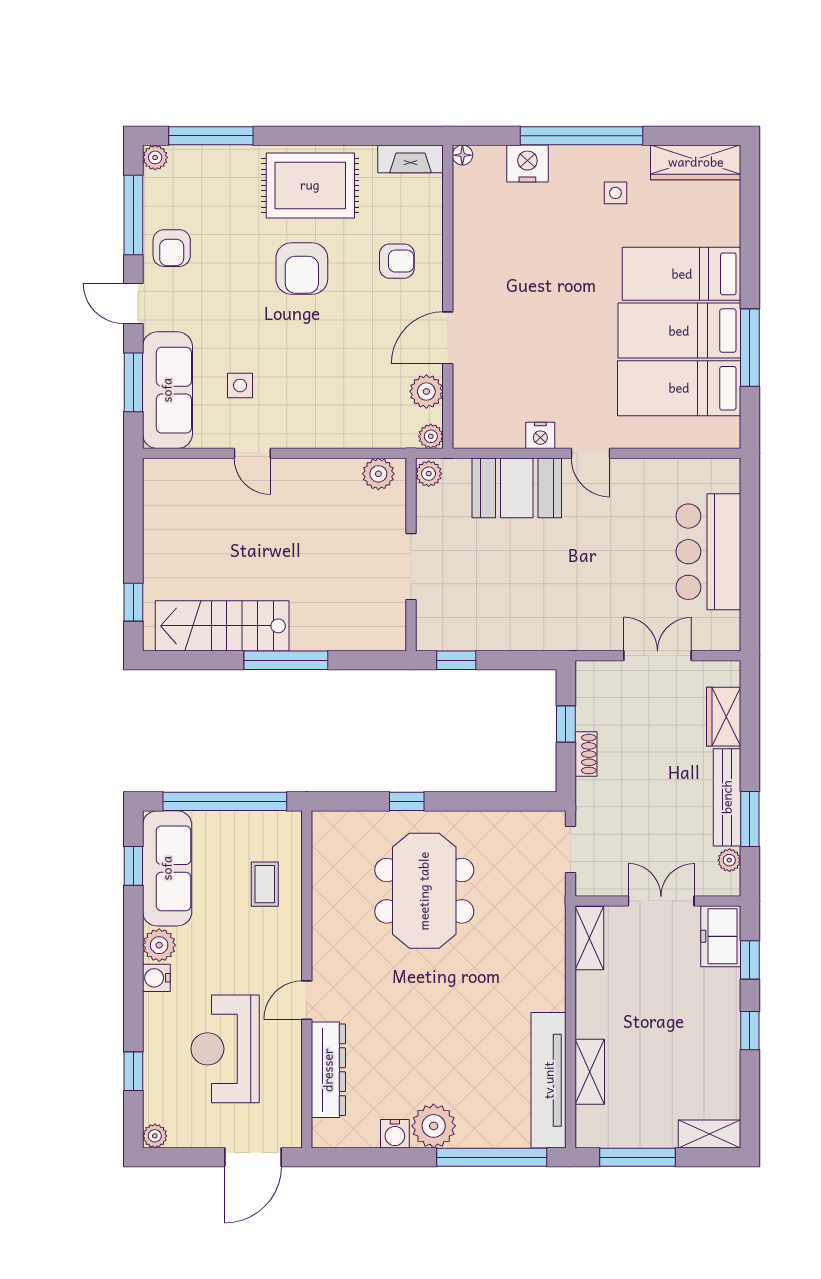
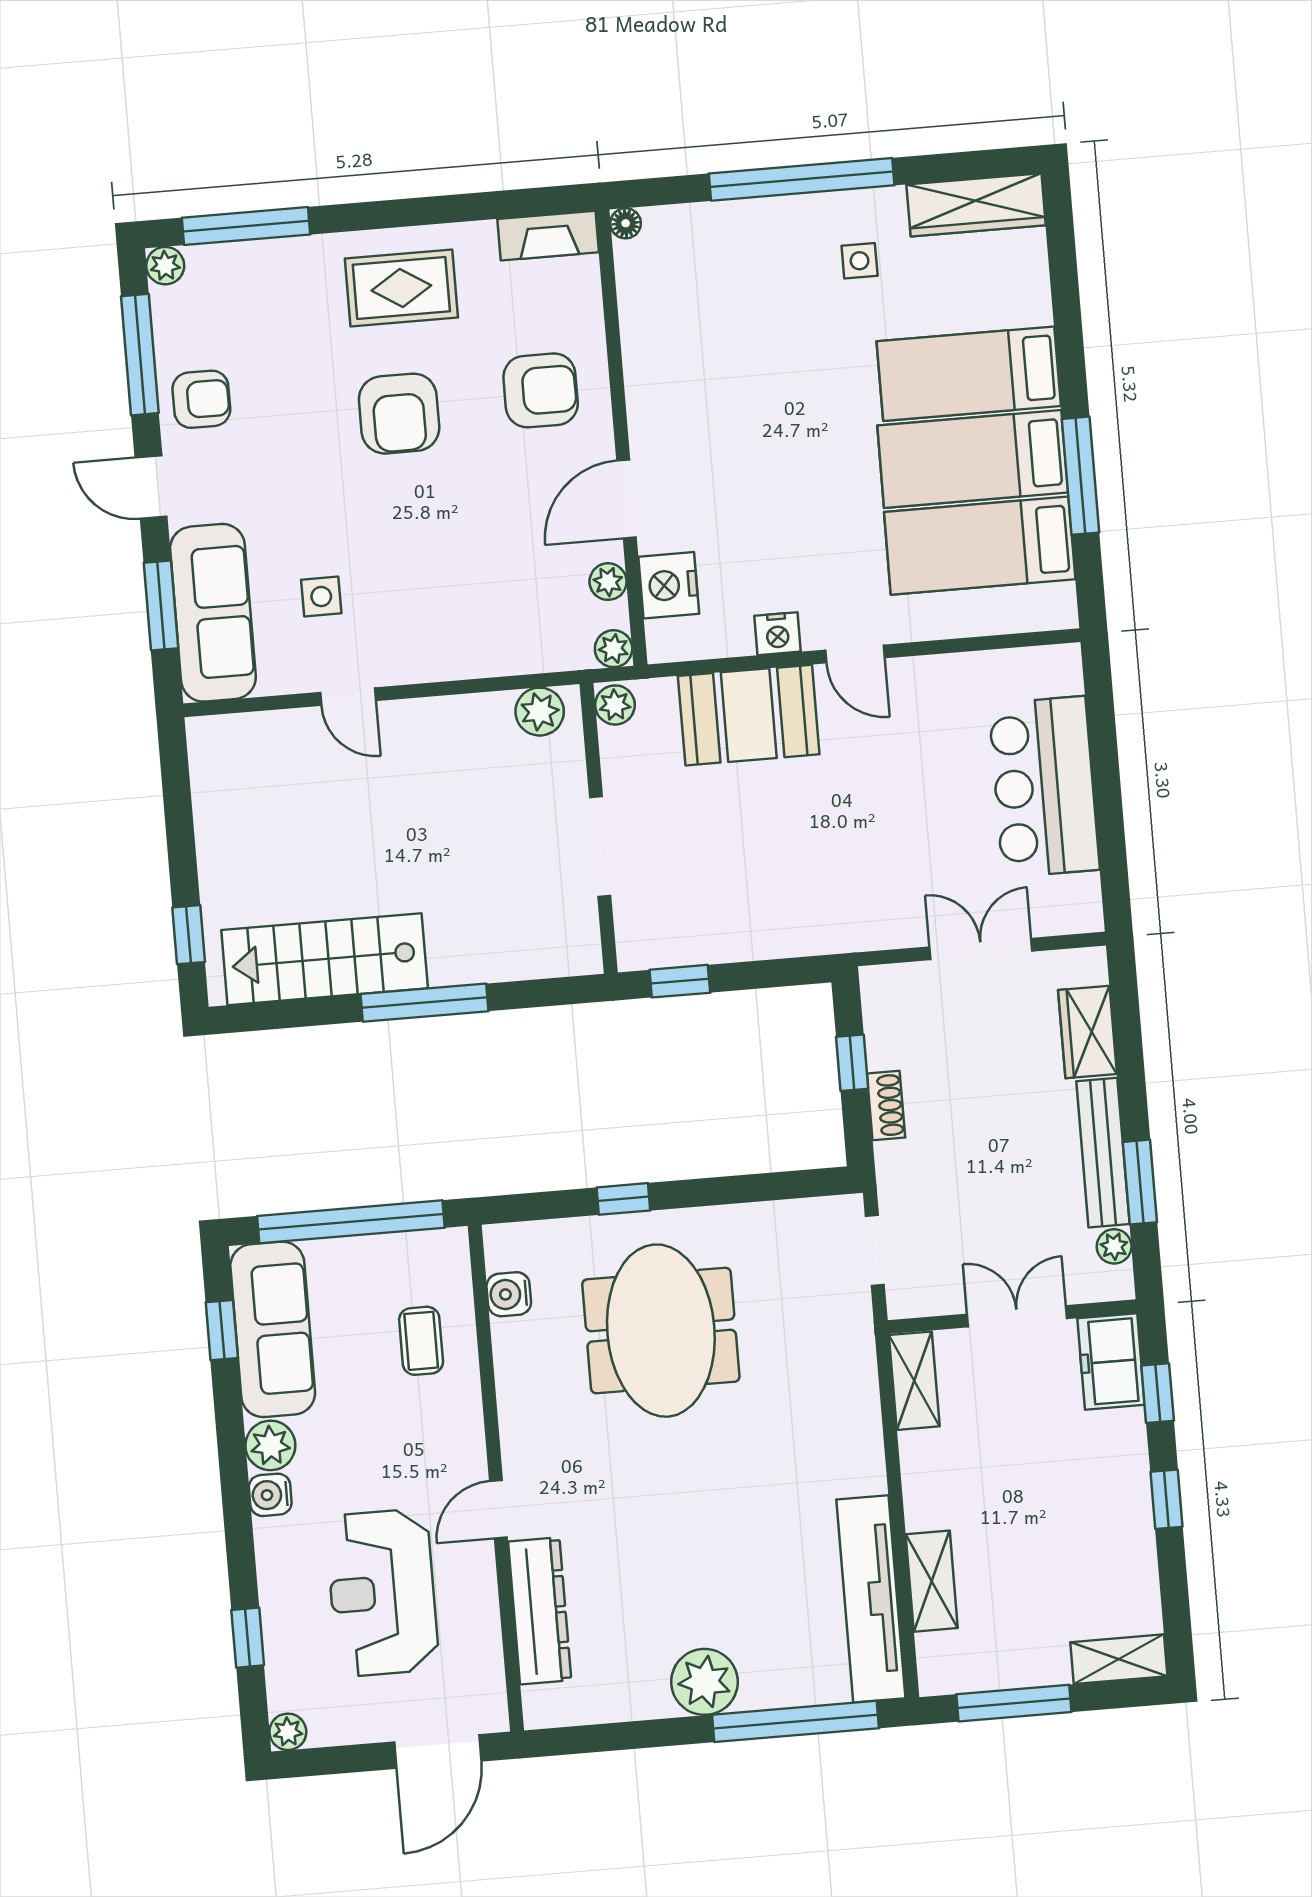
nightstand: (527, 163) -> (669, 585), moved, turned -90
rug: (310, 185) -> (401, 288), width x0.73, depth x0.70
armchair: (172, 248) -> (201, 399), turned -90
armchair: (397, 261) -> (541, 390), width x1.38, depth x1.38
plant: (426, 391) -> (608, 582), width x0.73, depth x0.73
water cooler: (395, 1134) -> (509, 1294), moved, turned 90

